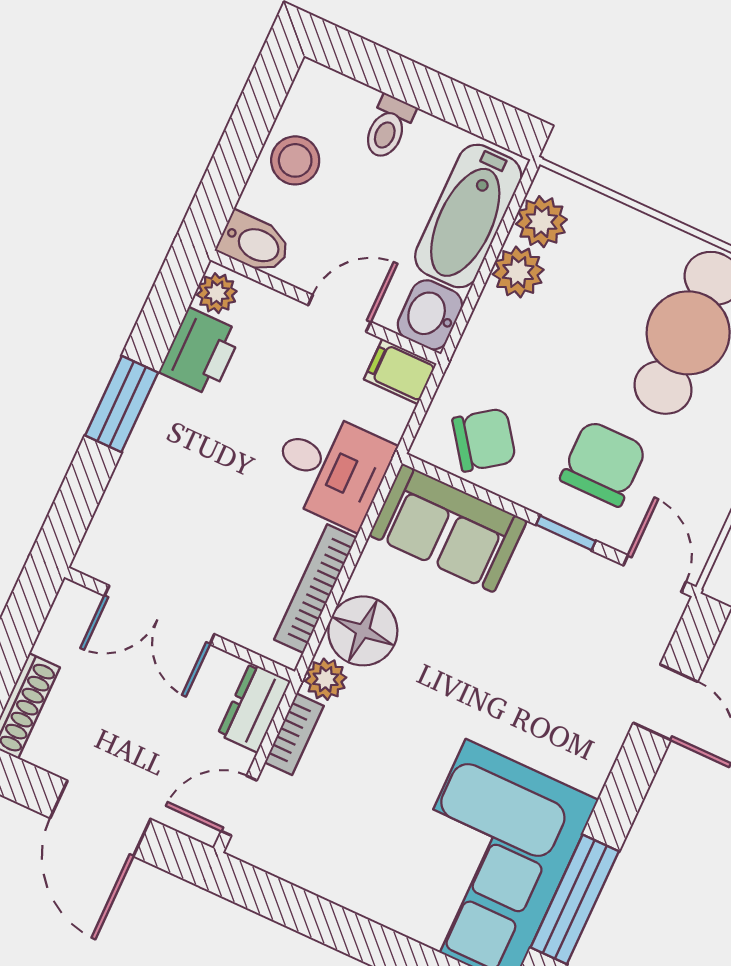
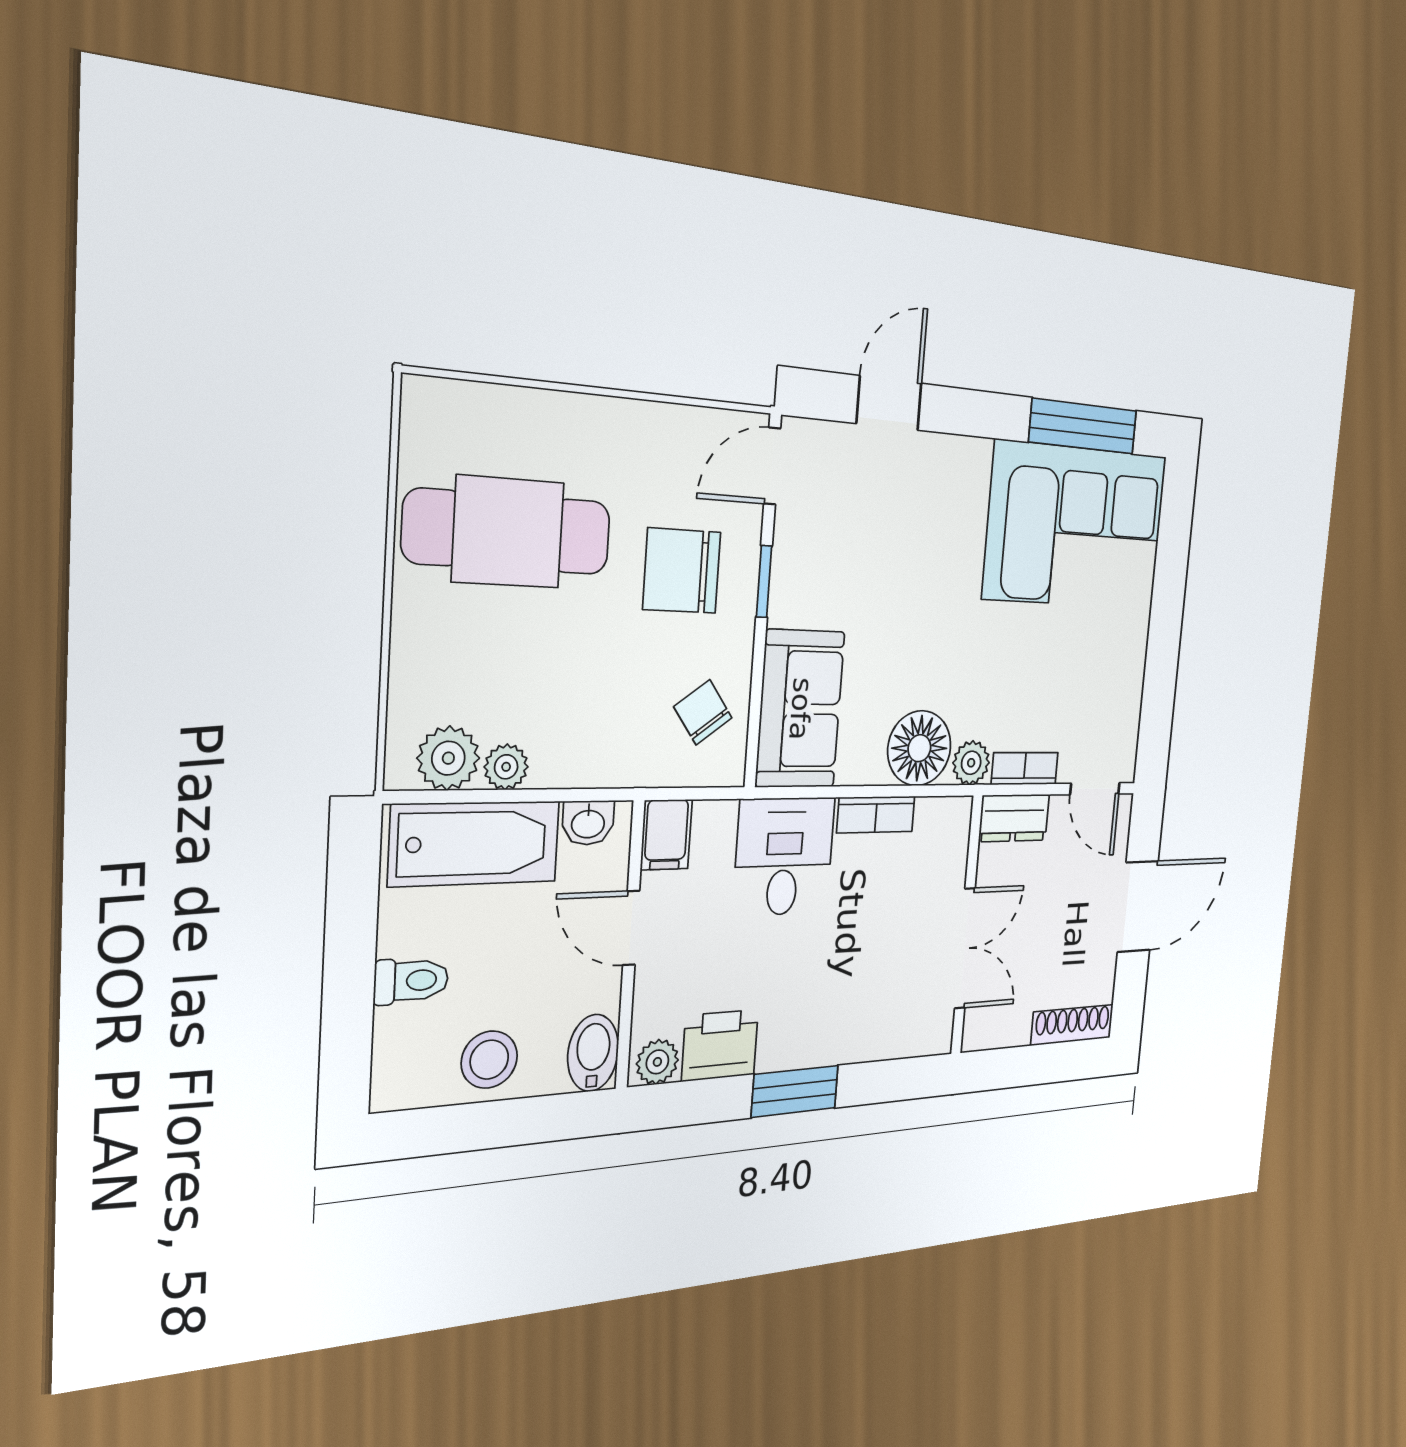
plant: (518, 272) -> (506, 767), width x0.73, depth x0.73
washbasin: (430, 315) -> (588, 823), width x0.72, depth x0.69
chair: (484, 440) -> (703, 712), width x0.73, depth x0.73
bookcase: (315, 589) -> (876, 815), width x0.64

